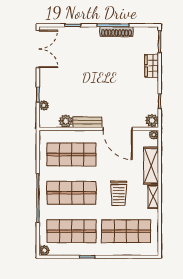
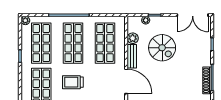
spiral stairs: (77, 86) -> (162, 48), added
door: (118, 129) -> (126, 81), swing flipped

